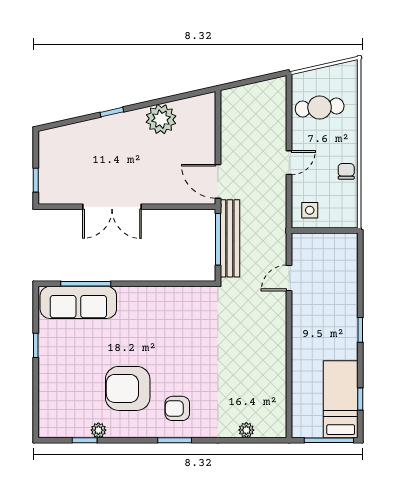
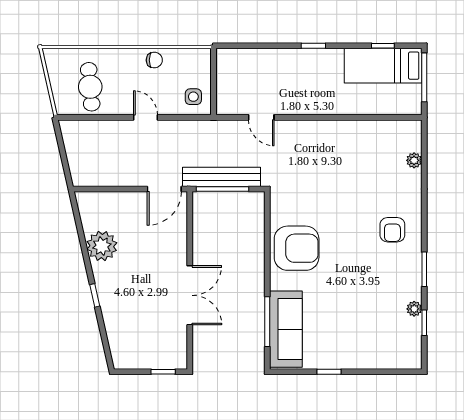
chair: (346, 171) -> (154, 60), turned 180
armchair: (128, 388) -> (297, 248), moved, turned -90
window: (175, 440) -> (424, 269), moved

